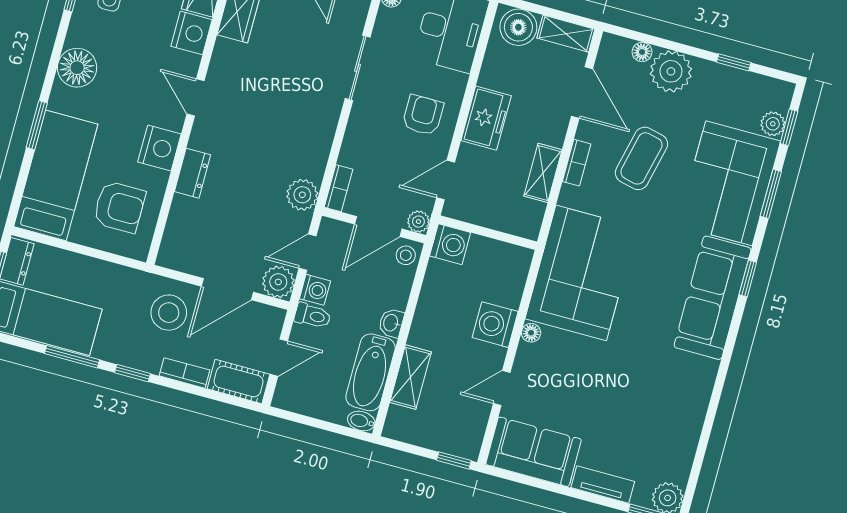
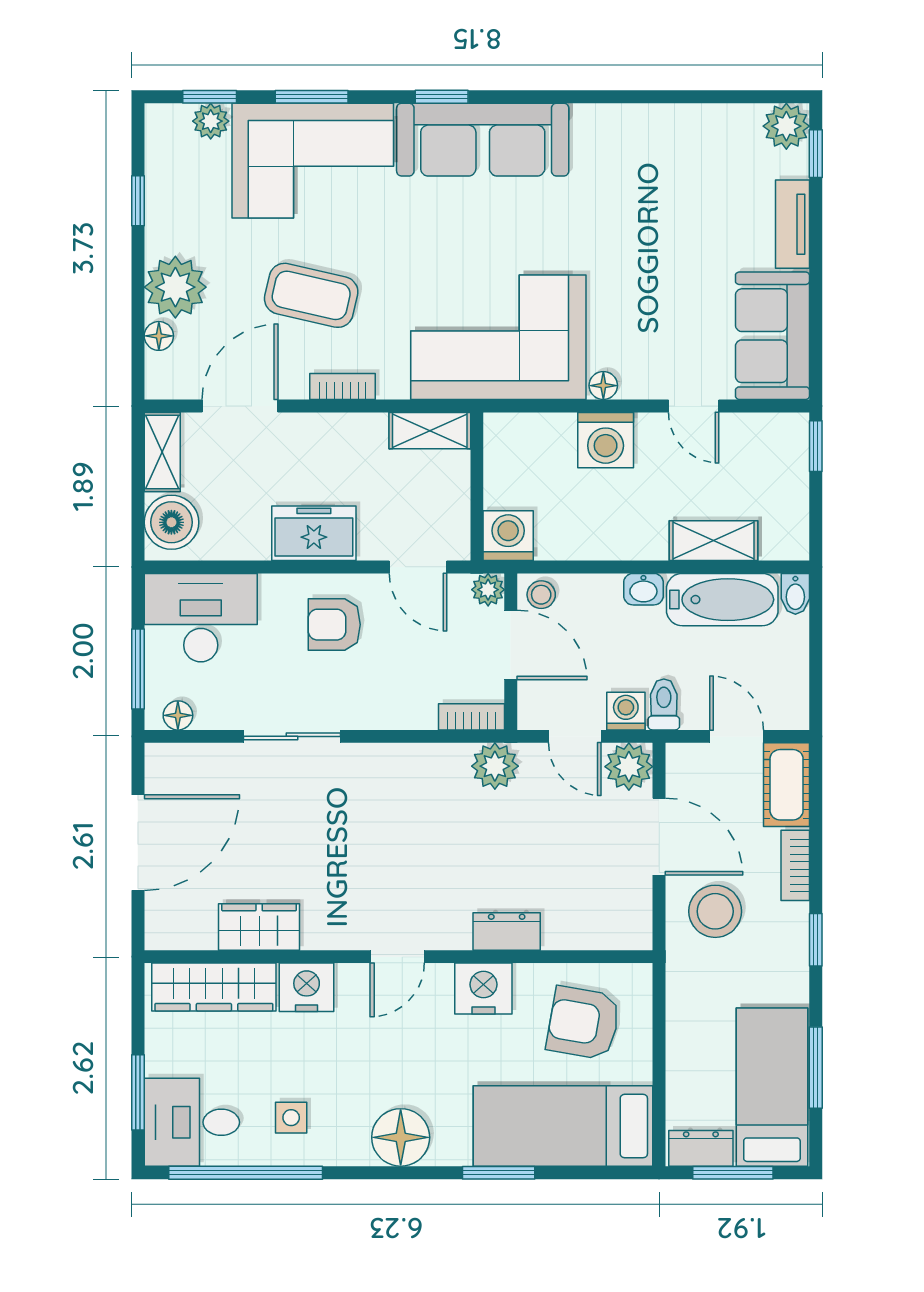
shelving: (543, 173) -> (430, 431), moved
armchair: (119, 207) -> (583, 1023), turned -80
window: (72, 357) -> (816, 1068), moved

